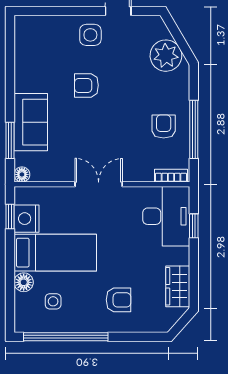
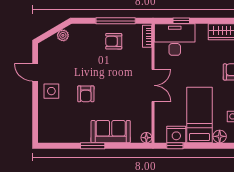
plant: (166, 56) -> (63, 35), width x0.53, depth x0.53
window: (10, 140) -> (93, 146), moved
double door: (99, 184) -> (153, 85), swing flipped

